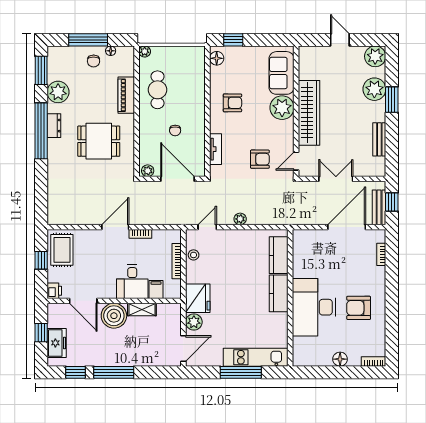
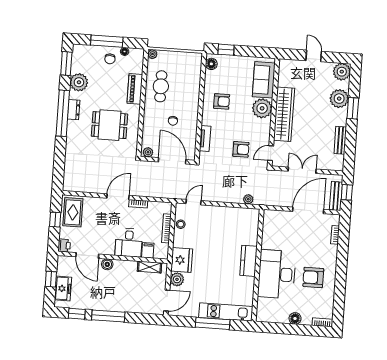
plant: (240, 219) -> (248, 199), moved
kitchen counter: (279, 255) -> (251, 229), removed
shelving: (142, 310) -> (149, 267), moved
boiler: (114, 316) -> (107, 264), width x0.54, depth x0.54

